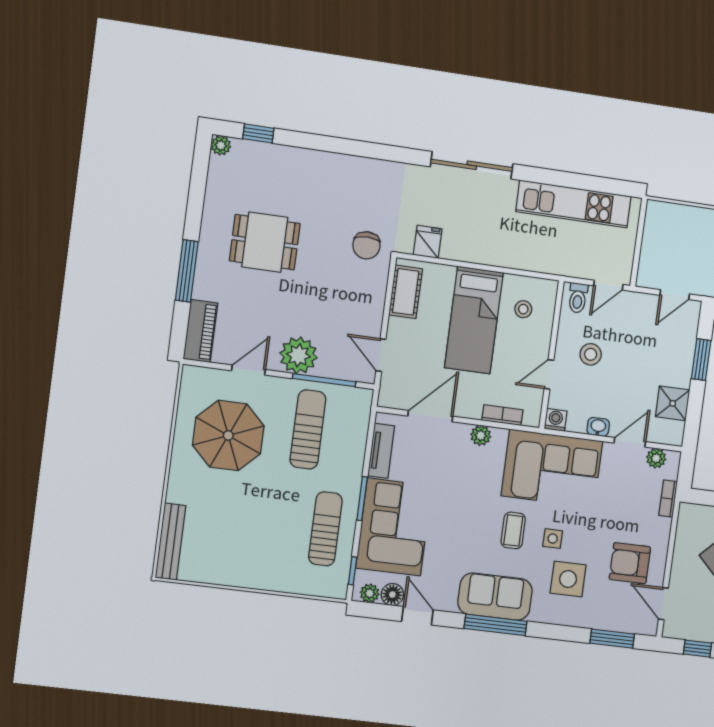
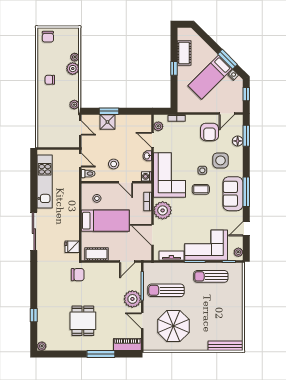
window: (258, 133) -> (34, 315), moved
shower: (673, 403) -> (107, 122), moved
plant: (481, 435) -> (163, 210), width x1.88, depth x1.88
floor lamp: (392, 594) -> (238, 141), moved

